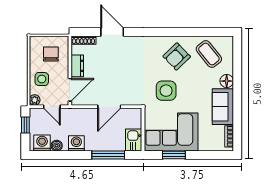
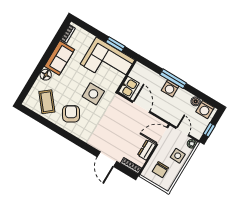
armchair: (177, 56) -> (71, 114), turned -77
door: (109, 107) -> (141, 107), hinge flipped
kitchen sink: (134, 140) -> (129, 87), moved
washing machine: (76, 143) -> (170, 88), moved
window: (108, 155) -> (173, 79), moved

